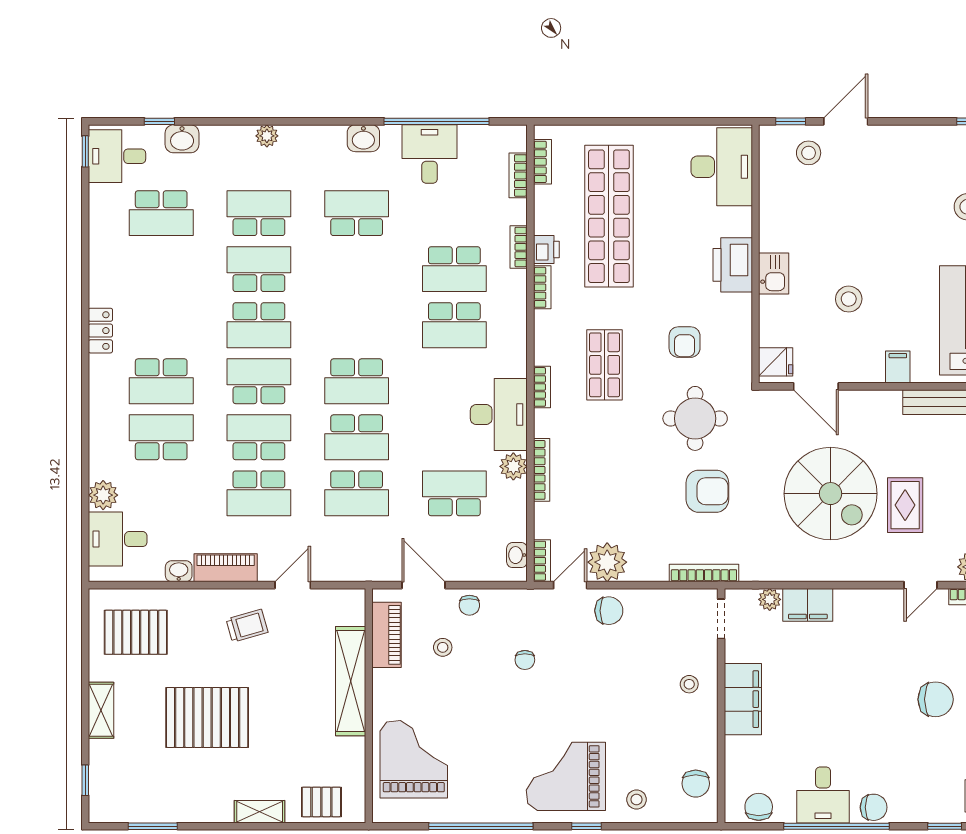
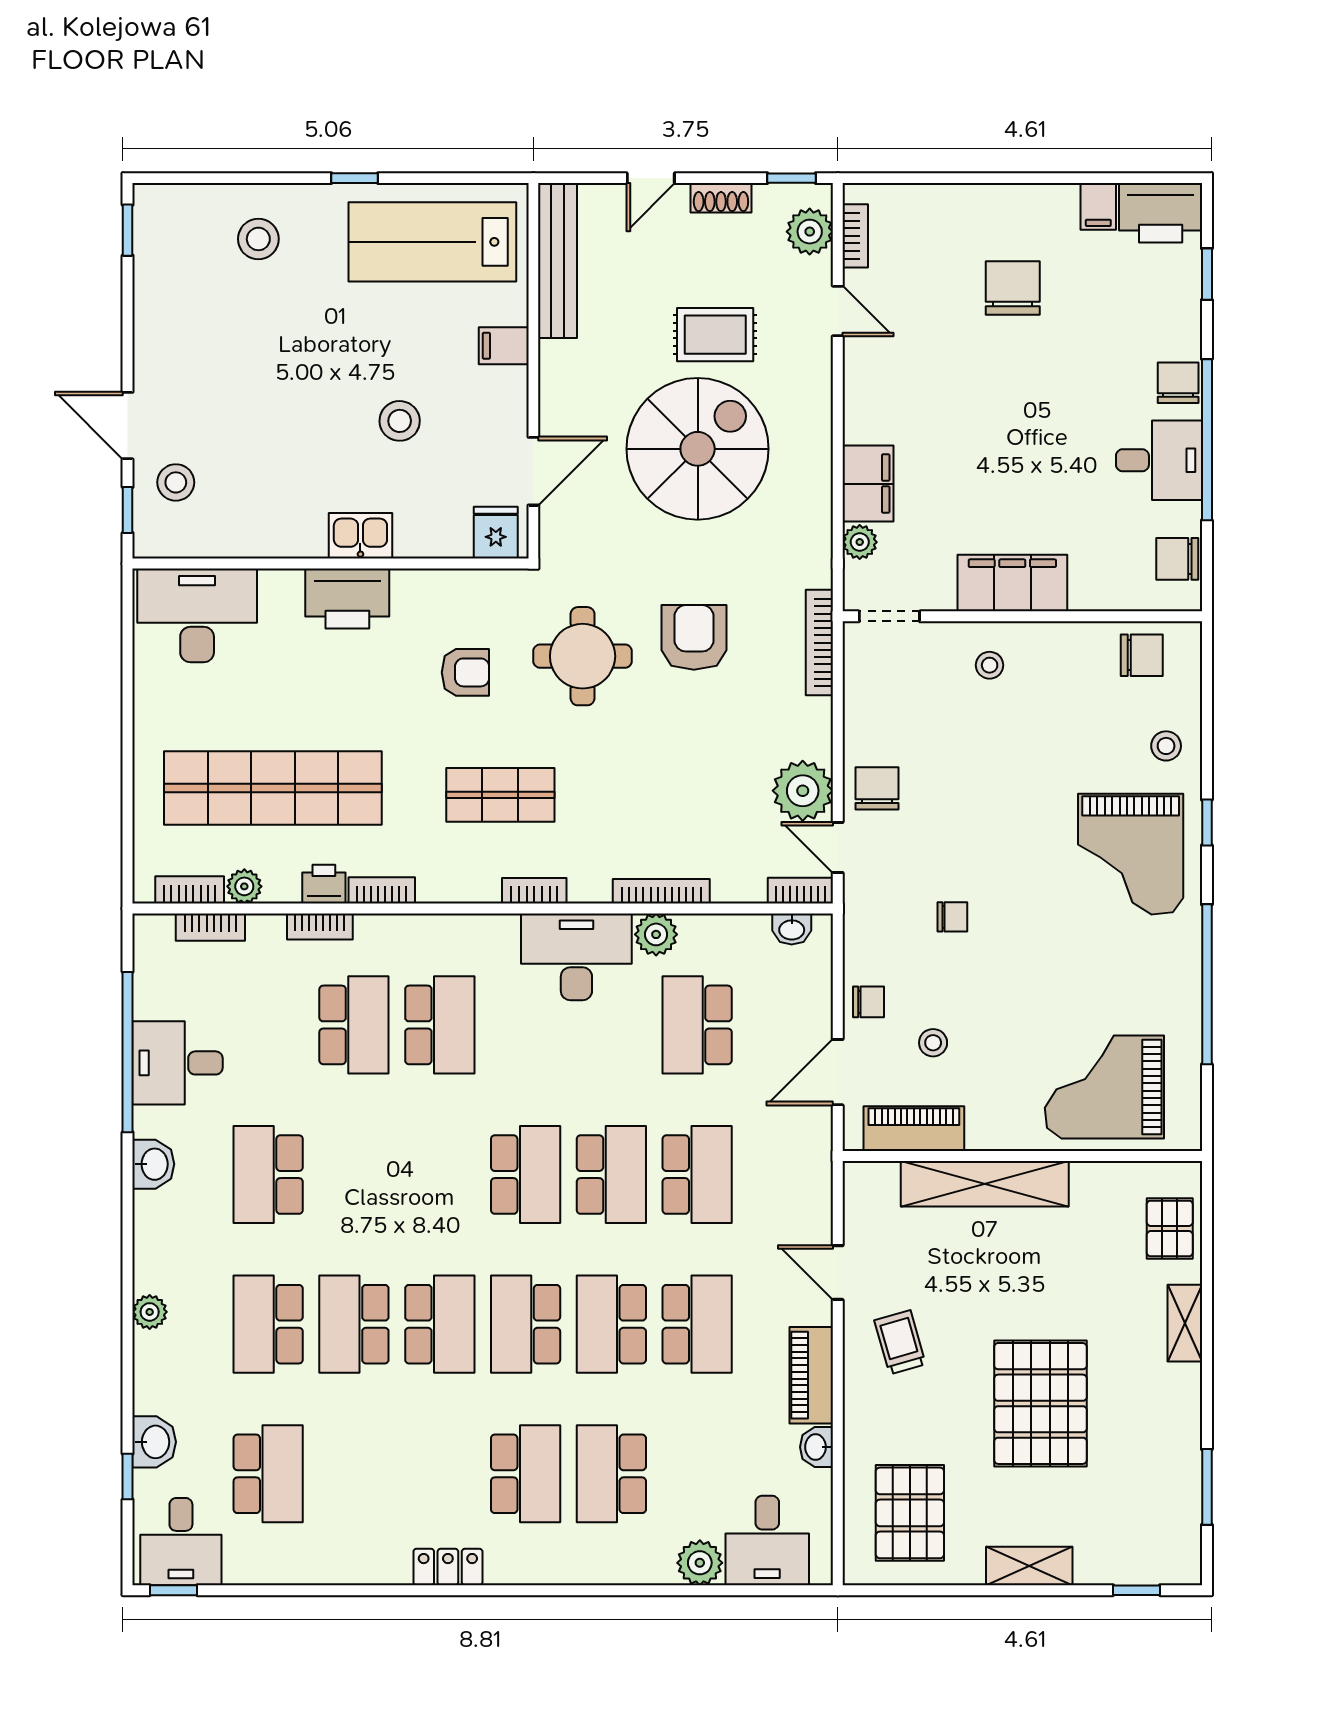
plant: (545, 198) -> (244, 886), added

